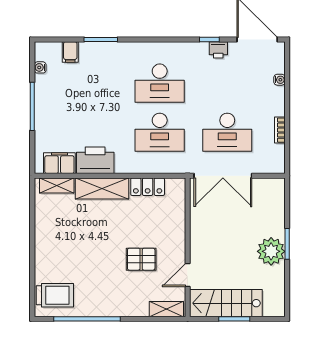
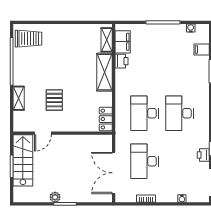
printer: (95, 160) -> (122, 61), width x0.53, depth x0.68
double door: (223, 176) -> (114, 173), moved
locker: (148, 187) -> (106, 119), moved
plant: (271, 251) -> (55, 197), width x0.53, depth x0.53
door: (188, 275) -> (43, 133), swing flipped
trolley: (55, 295) -> (29, 39), turned -90
shelving: (166, 309) -> (19, 98), moved

